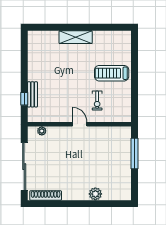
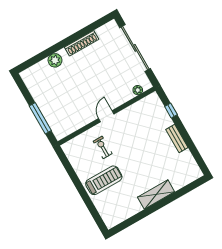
bench: (32, 94) -> (177, 139), moved
door: (80, 124) -> (106, 116), swing flipped
shoe rack: (46, 195) -> (82, 43), moved

